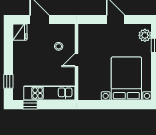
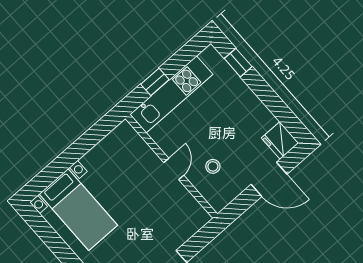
bed with nightstands: (126, 79) -> (78, 210), width x0.73
window: (30, 105) -> (155, 82), moved

